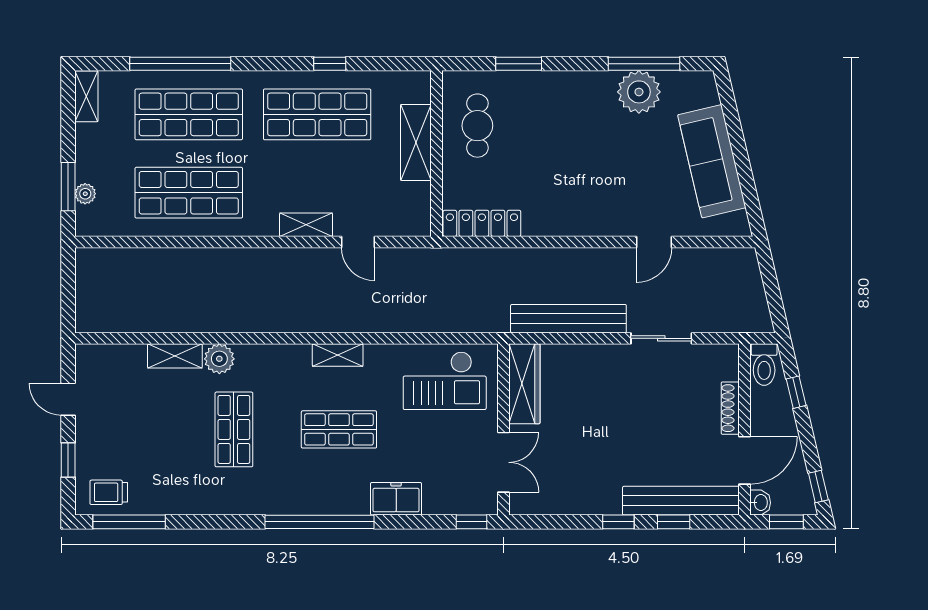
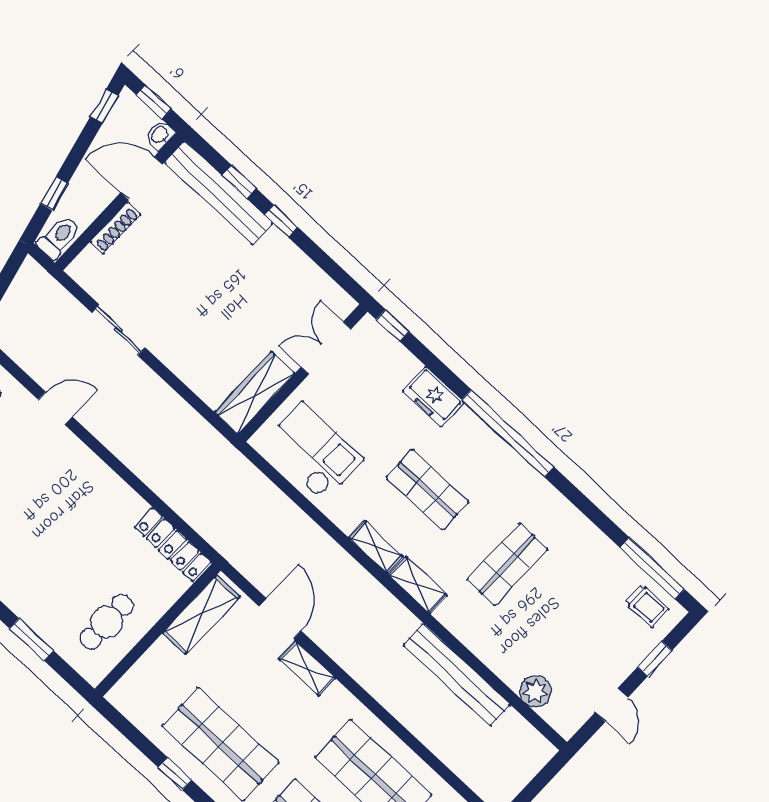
shelving: (416, 142) -> (201, 615), moved
door: (358, 242) -> (280, 618), width x1.38
bench: (568, 319) -> (457, 675), moved
shelving: (175, 356) -> (418, 585), moved
plant: (219, 359) -> (535, 691), moved

